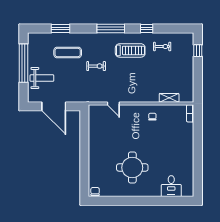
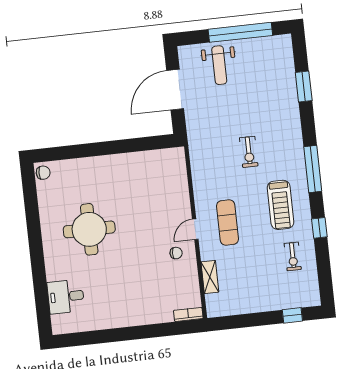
exercise mat: (68, 53) -> (227, 222), moved
door: (113, 103) -> (195, 229), moved

